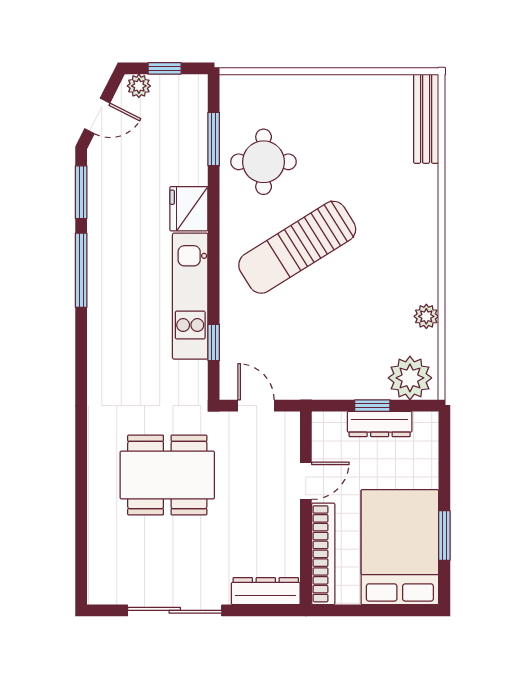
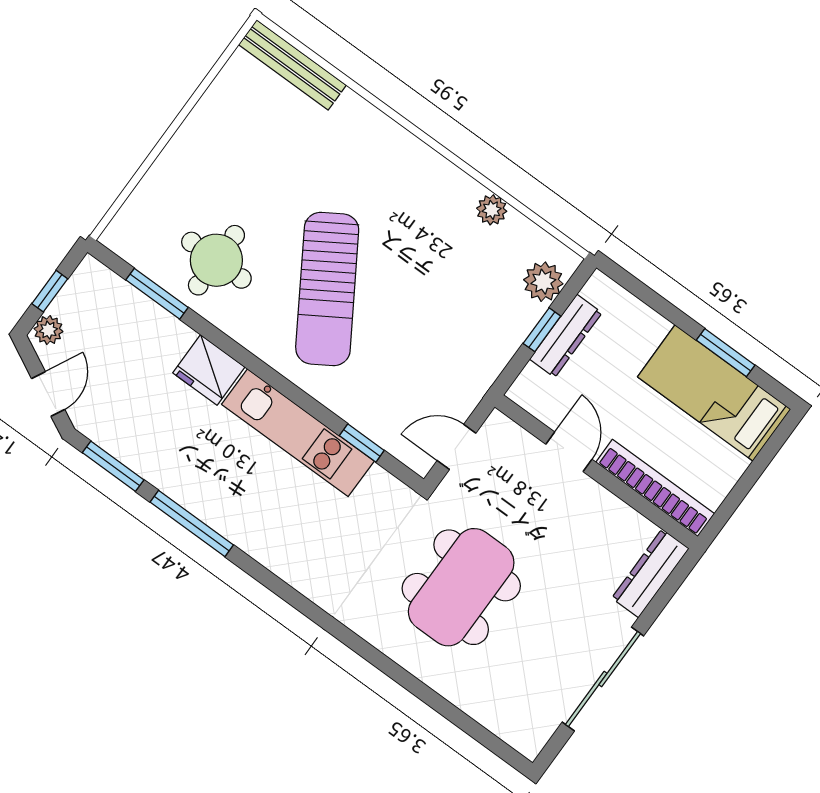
plant: (410, 378) -> (543, 282), width x0.73, depth x0.73
bed: (400, 547) -> (714, 393), width x0.67

